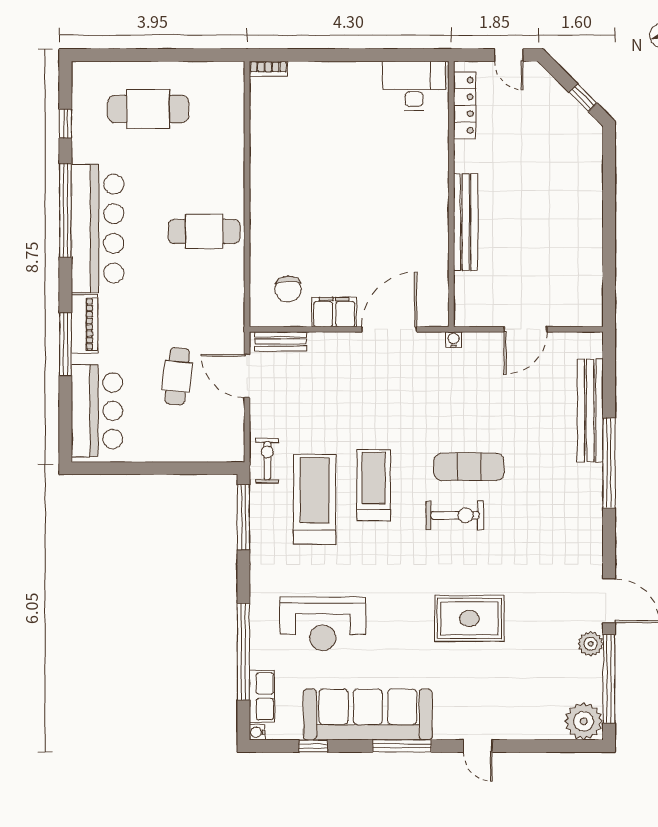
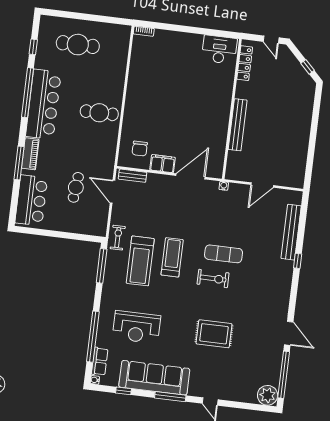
window: (609, 463) -> (298, 261), width x0.32
treadmill: (315, 499) -> (140, 261), turned 180
plant: (591, 644) -> (276, 355), removed

